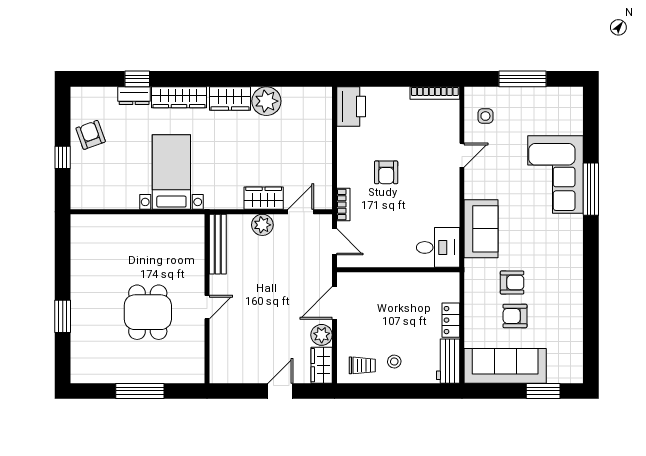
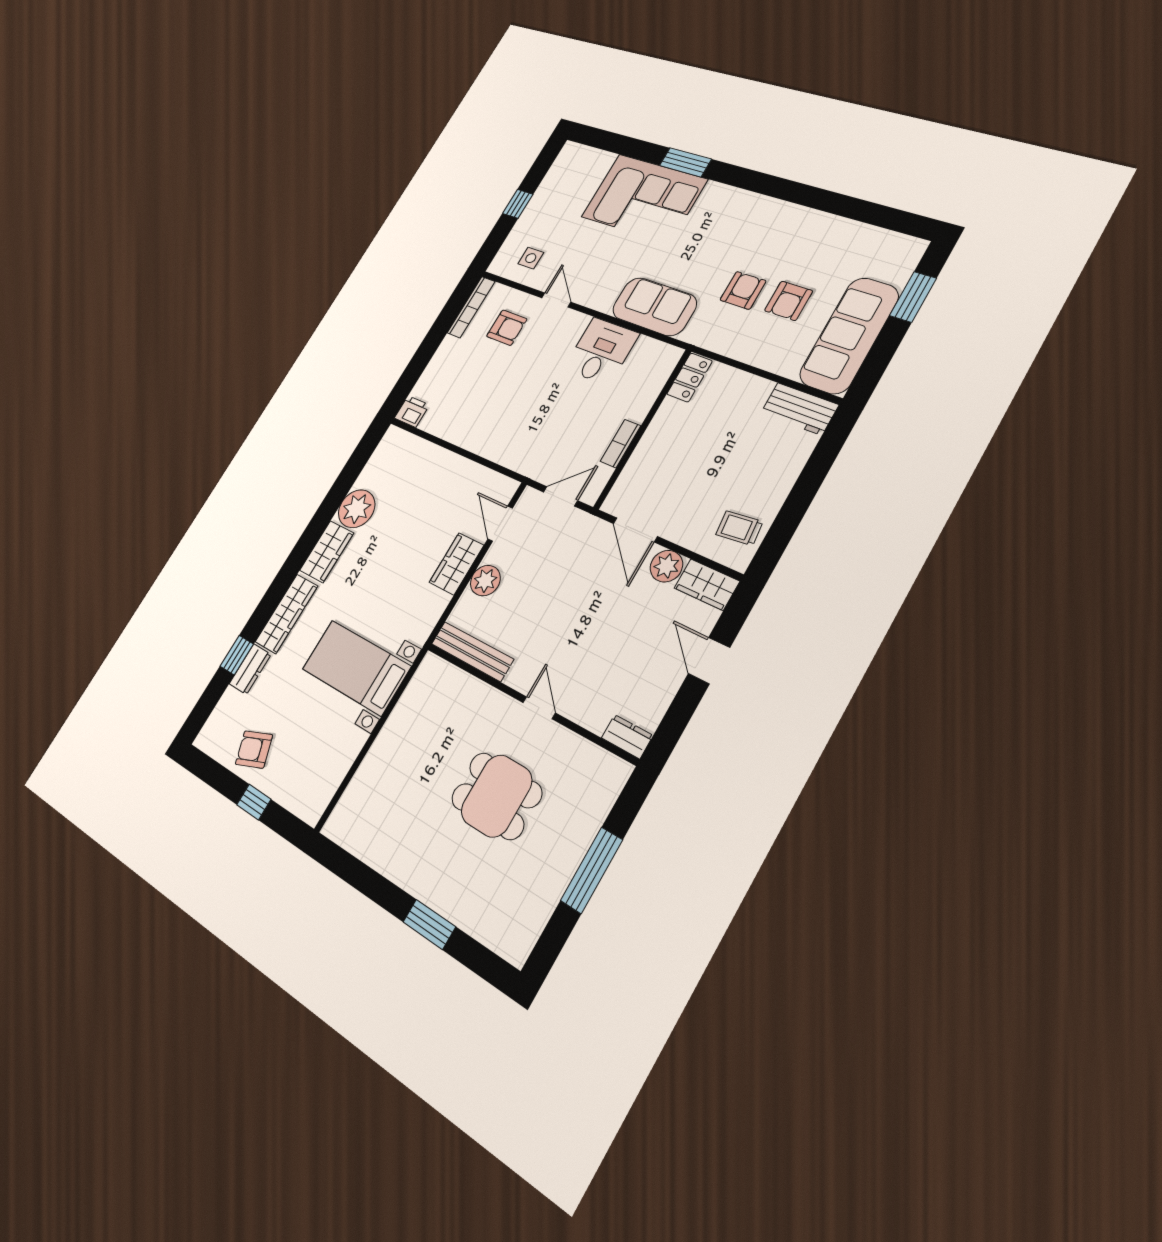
window: (522, 79) -> (518, 204), width x0.46
printer: (351, 106) -> (412, 411), width x0.53, depth x0.68
armchair: (386, 172) -> (507, 328), moved
window: (591, 189) -> (685, 162), width x0.69
bookcase: (343, 204) -> (620, 444), moved, turned -90
desk: (438, 247) -> (601, 351), moved
locker: (451, 320) -> (690, 377), moved, turned -90
stool: (394, 362) -> (759, 482), removed
trolley: (362, 365) -> (739, 528), turned -96
dresser: (217, 369) -> (627, 737), added

